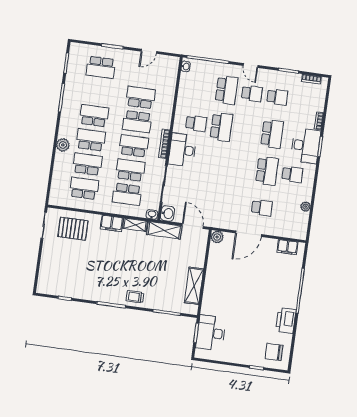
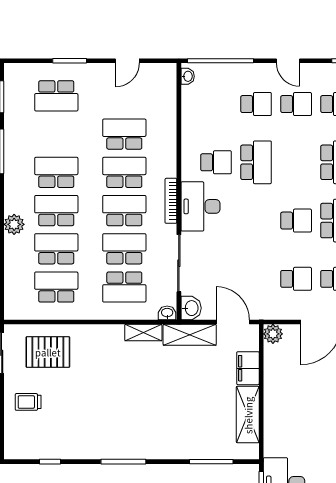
school desk: (227, 90) -> (256, 104), width x0.54
school desk: (137, 122) -> (124, 172), turned 180
school desk: (242, 167) -> (296, 221), added
school desk: (237, 204) -> (296, 279), added
filing cabinet: (112, 223) -> (248, 368), moved, turned 90
trolley: (135, 297) -> (28, 402), moved

